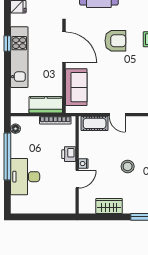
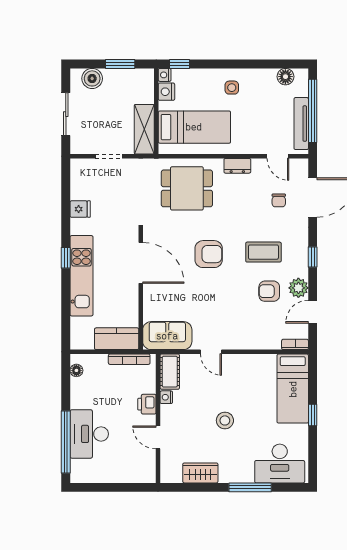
sofa: (76, 87) -> (167, 336), moved, turned -90
cot: (95, 123) -> (170, 372), moved, turned 90
window: (7, 157) -> (66, 442), moved
nightstand: (83, 164) -> (166, 397), moved
door: (77, 179) -> (158, 437), swing flipped

